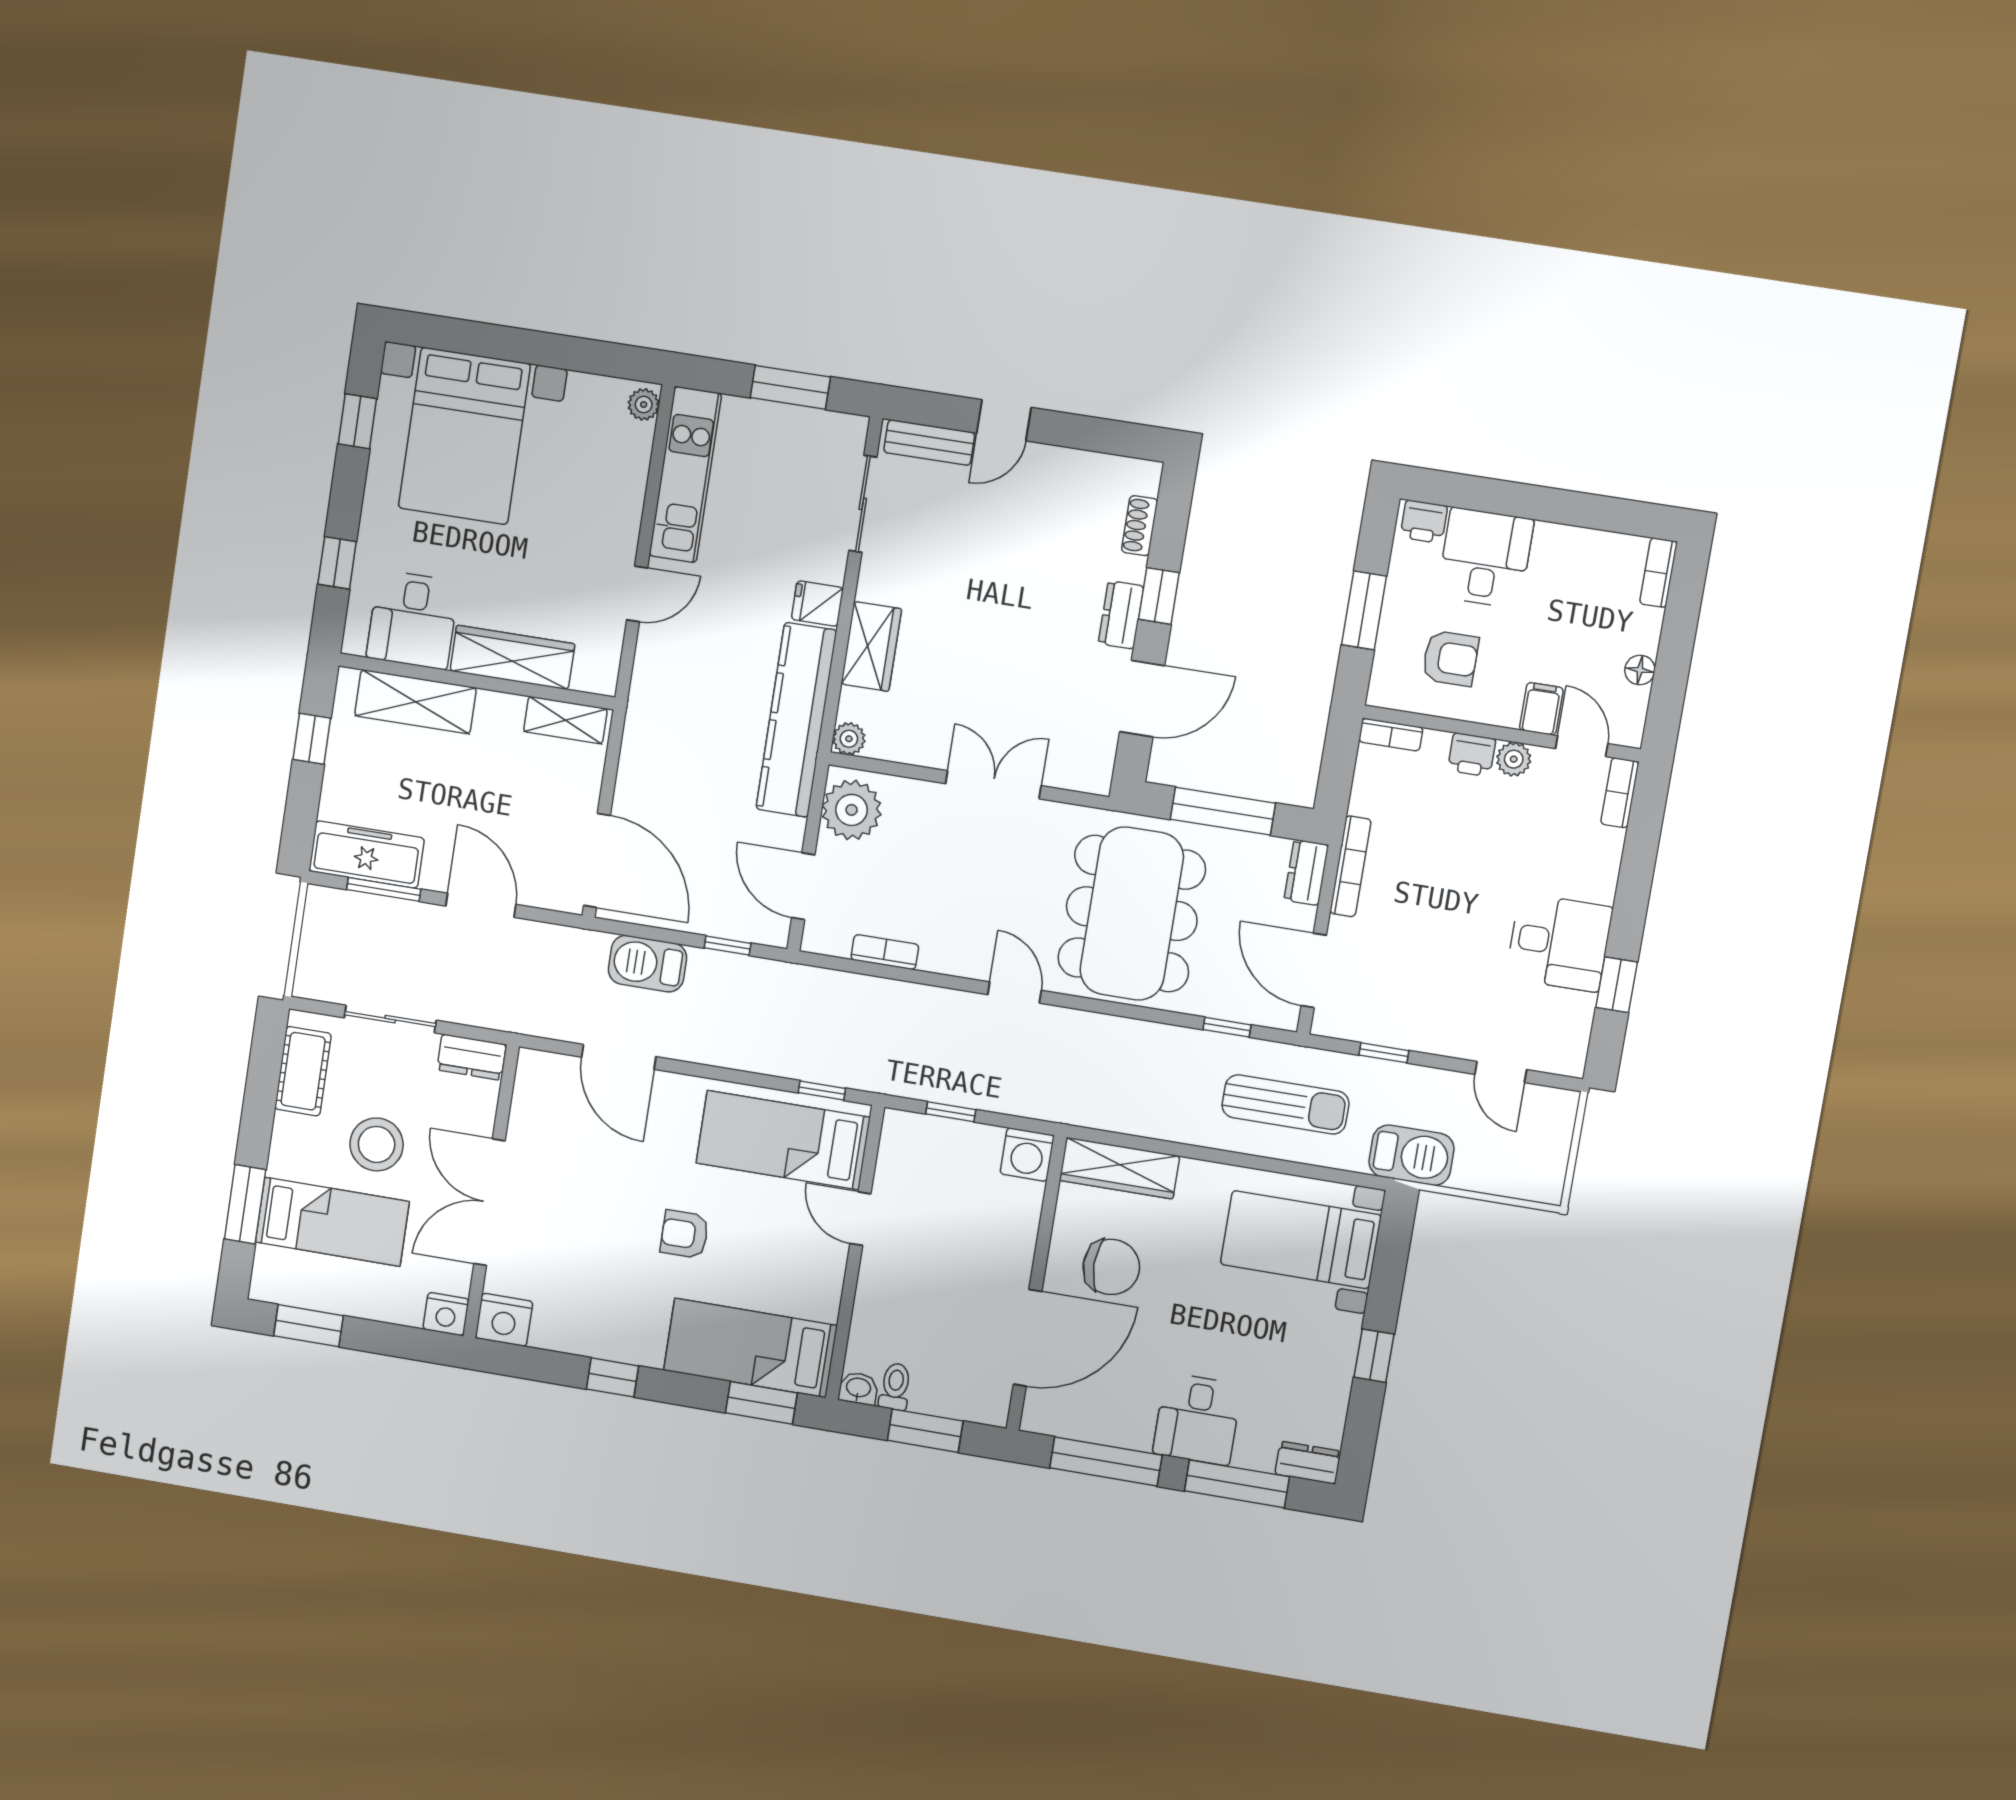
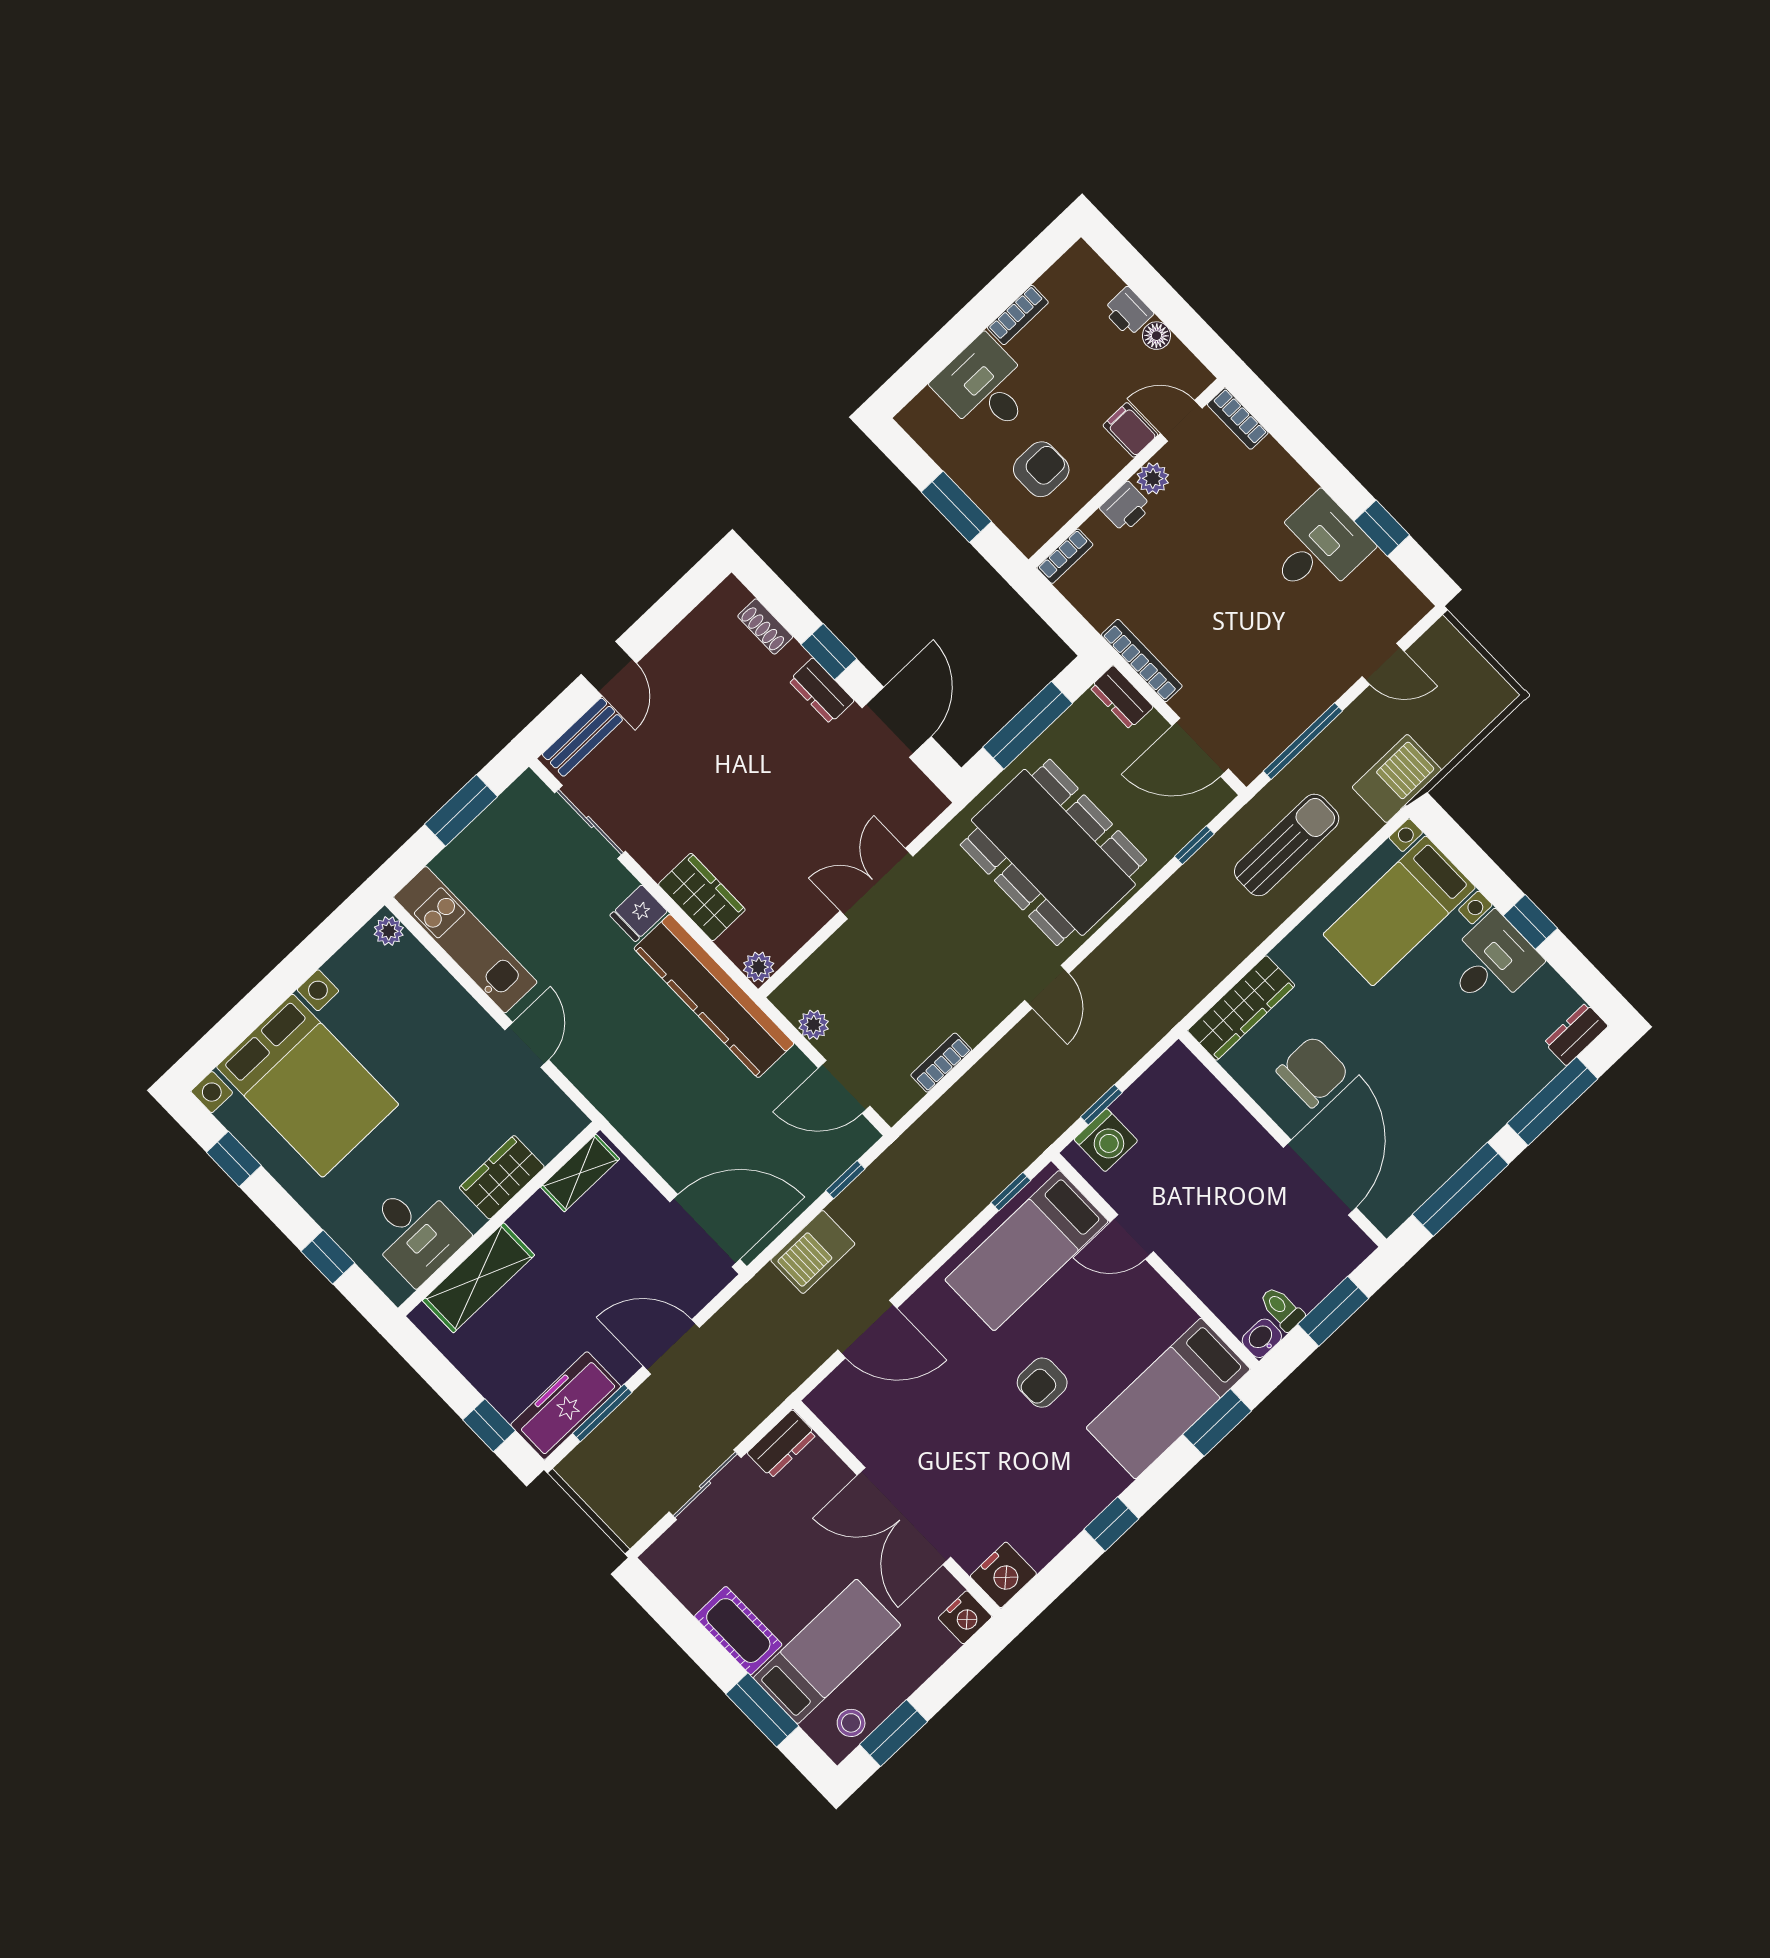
printer: (1424, 522) -> (1128, 312), moved, turned 90
bookcase: (1658, 573) -> (1018, 315), moved, turned -90
wardrobe: (512, 657) -> (502, 1177), width x0.67
window: (312, 739) -> (489, 1425), moved
plant: (852, 810) -> (814, 1025), width x0.53, depth x0.53
door: (1015, 992) -> (1047, 987), swing flipped
window: (1384, 1053) -> (1303, 741), width x2.17
cot: (303, 1071) -> (738, 1631), moved
stool: (377, 1144) -> (851, 1723), moved, width x0.53, depth x0.53
washing machine: (1027, 1155) -> (1106, 1140), moved
desk: (1197, 1419) -> (1492, 962), moved, turned -90

